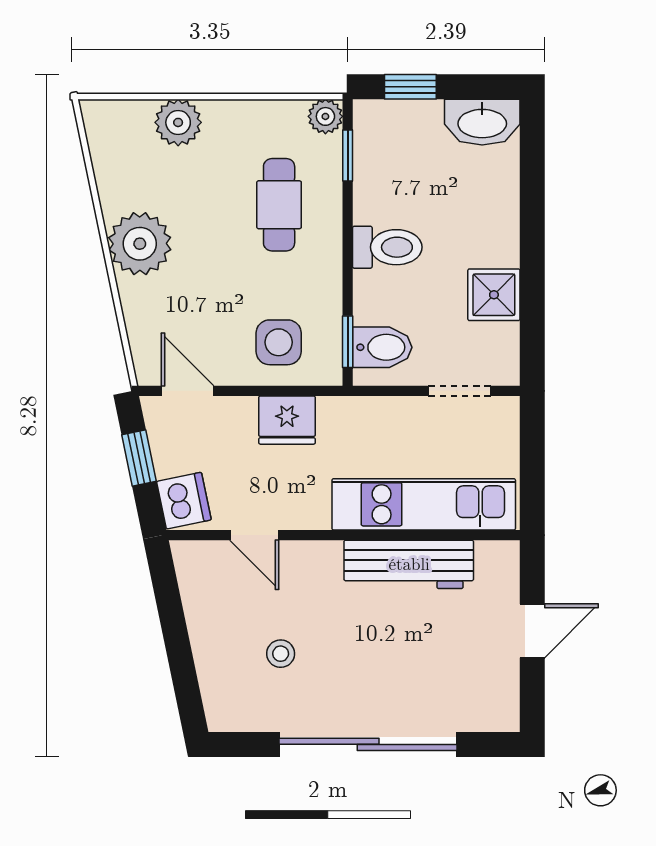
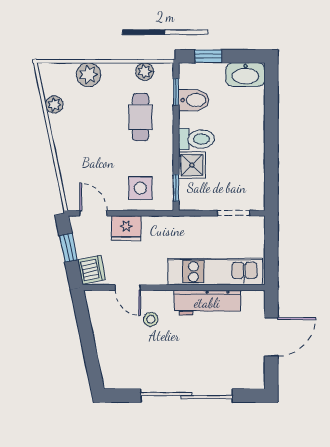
plant: (325, 116) -> (145, 72), moved
plant: (140, 244) -> (54, 105), moved, width x0.53, depth x0.53
shower: (494, 295) -> (192, 165), moved
bidet: (382, 347) -> (194, 100), moved
fridge: (287, 420) -> (126, 228), moved
door: (532, 631) -> (271, 337), width x1.38
stool: (281, 654) -> (151, 319), moved

